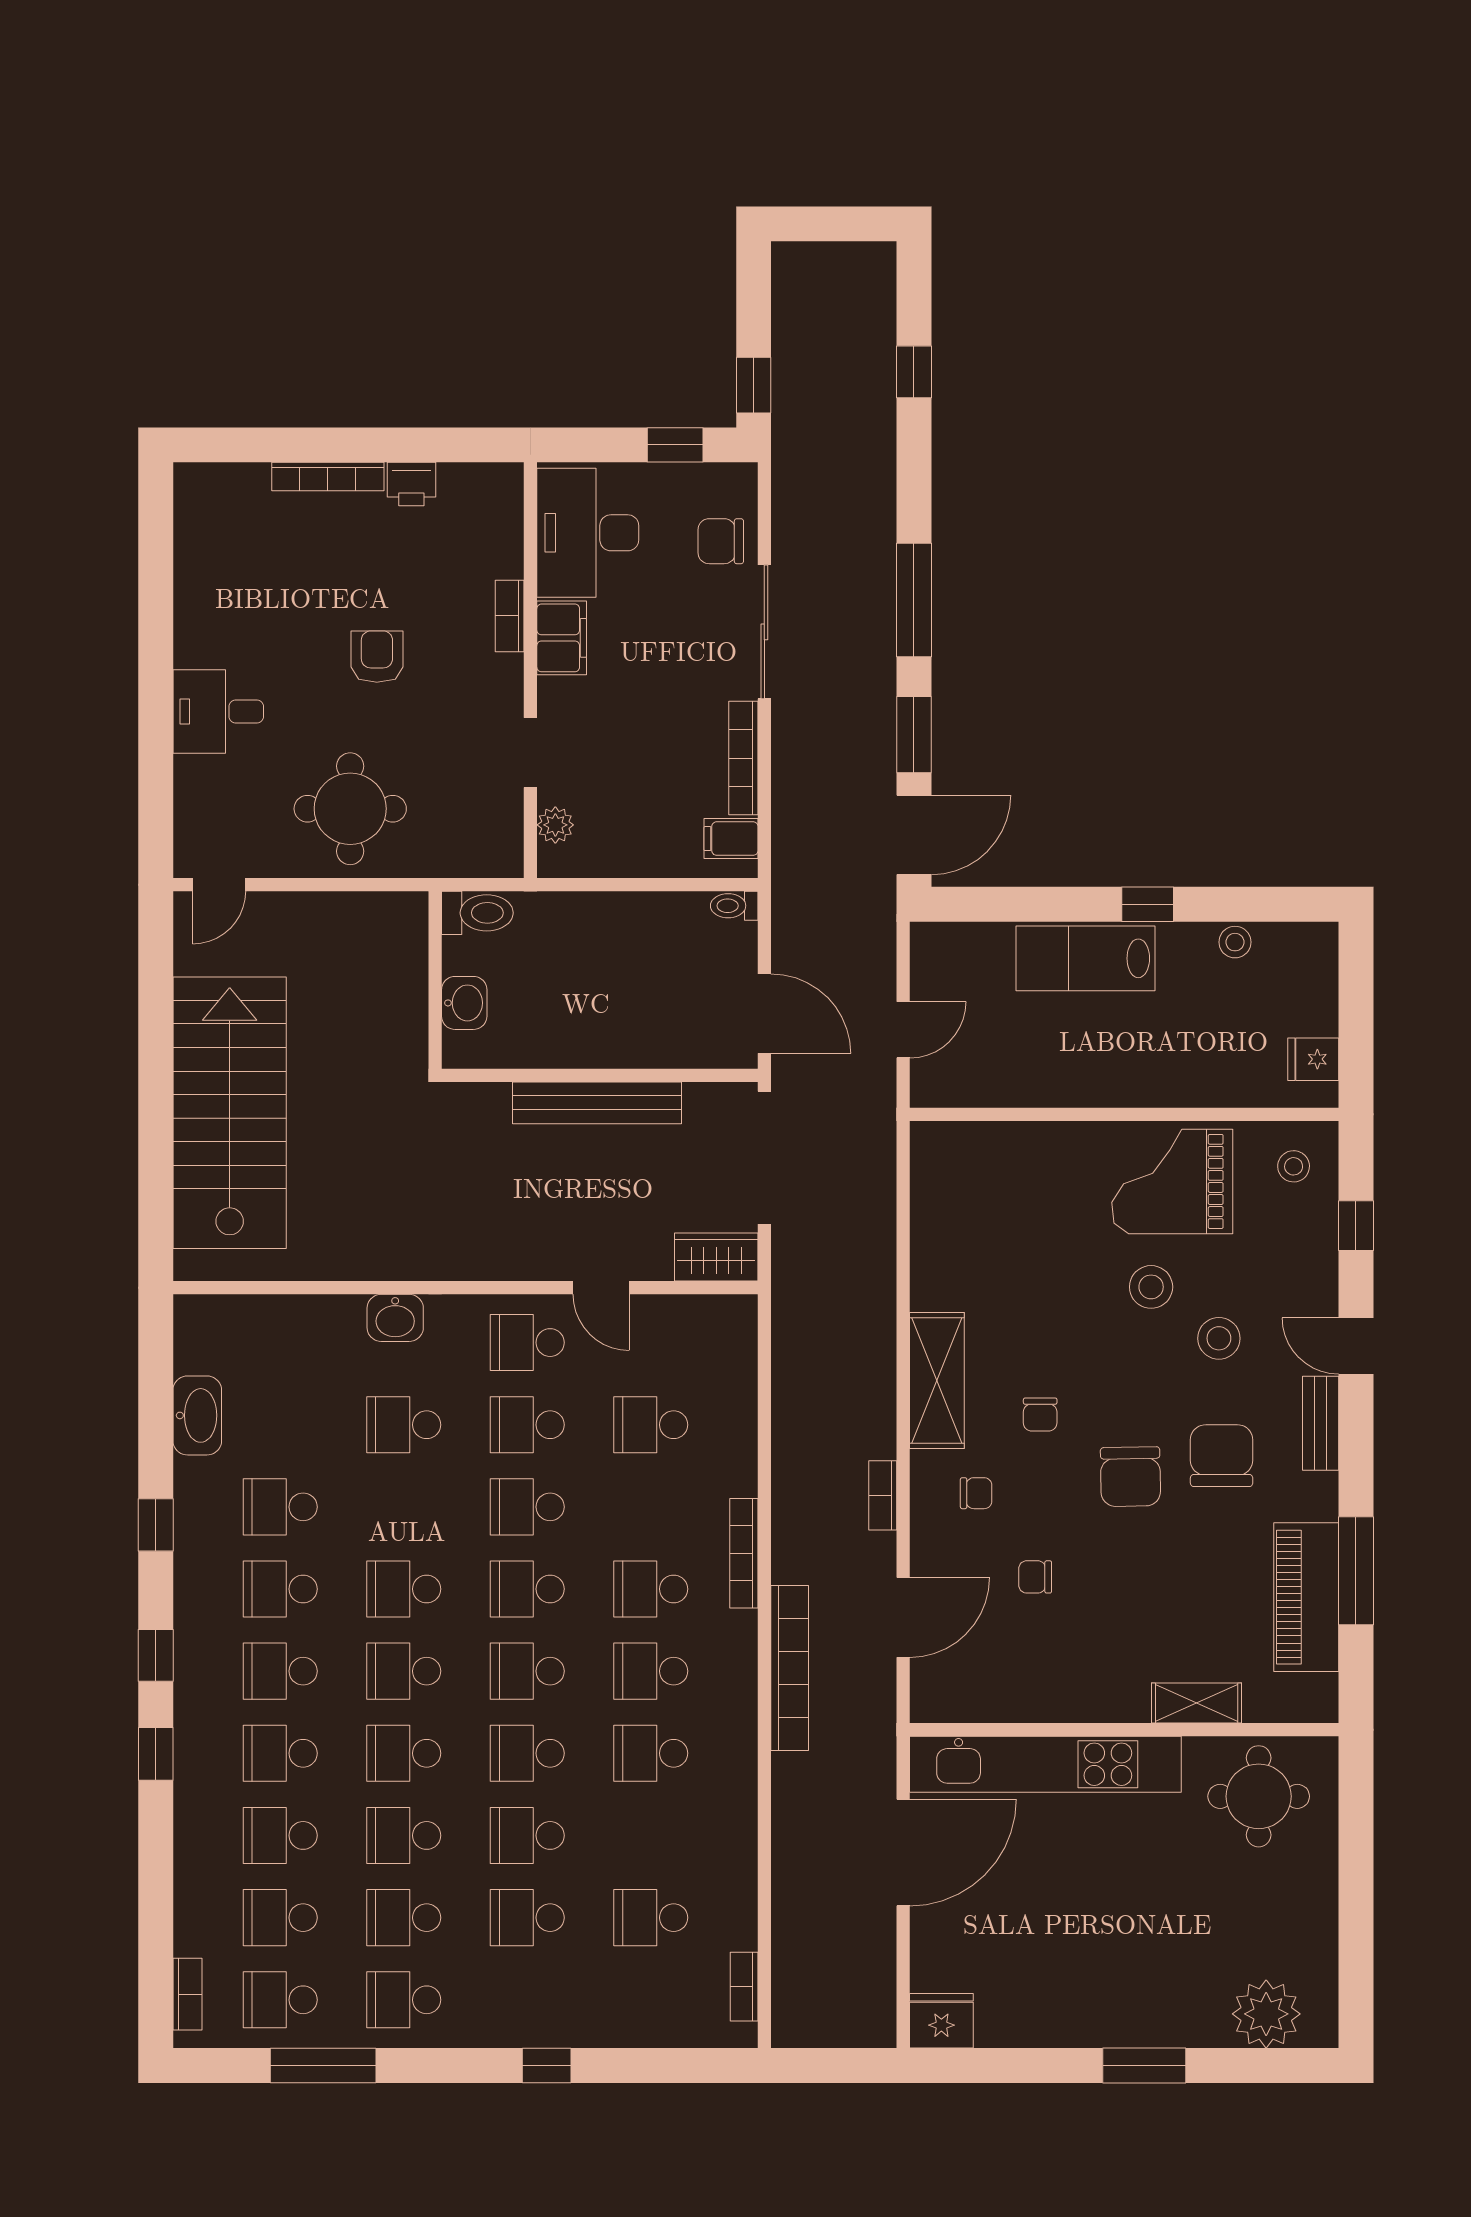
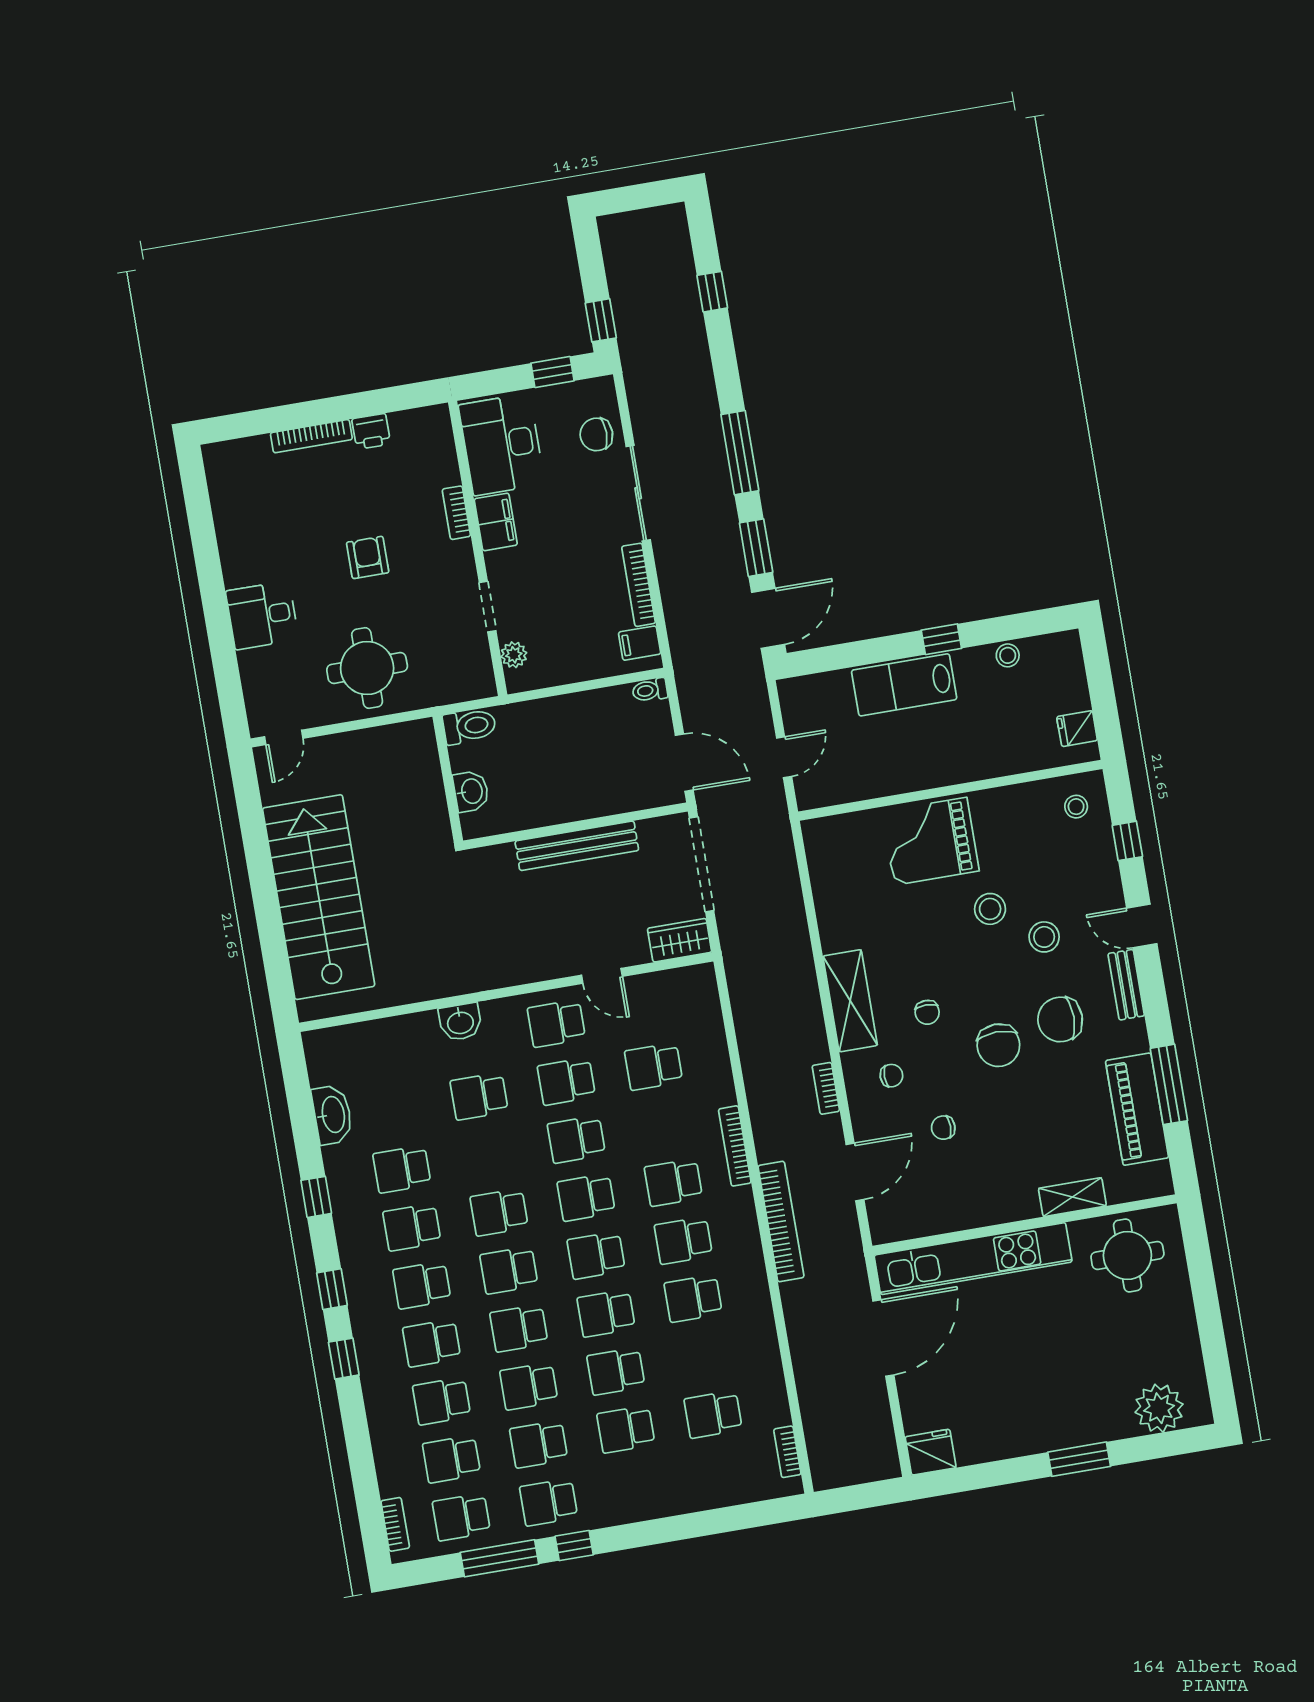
grand piano: (1172, 1181) -> (931, 841), moved
chair: (1222, 1456) -> (1060, 1019), turned -90
window: (547, 2065) -> (574, 1546), moved

